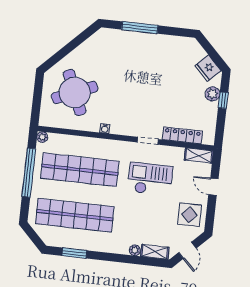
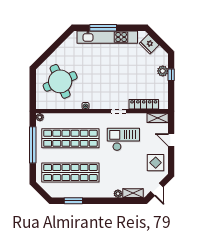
kitchen unit: (144, 40) -> (107, 37), added
fridge: (208, 68) -> (149, 44), moved

